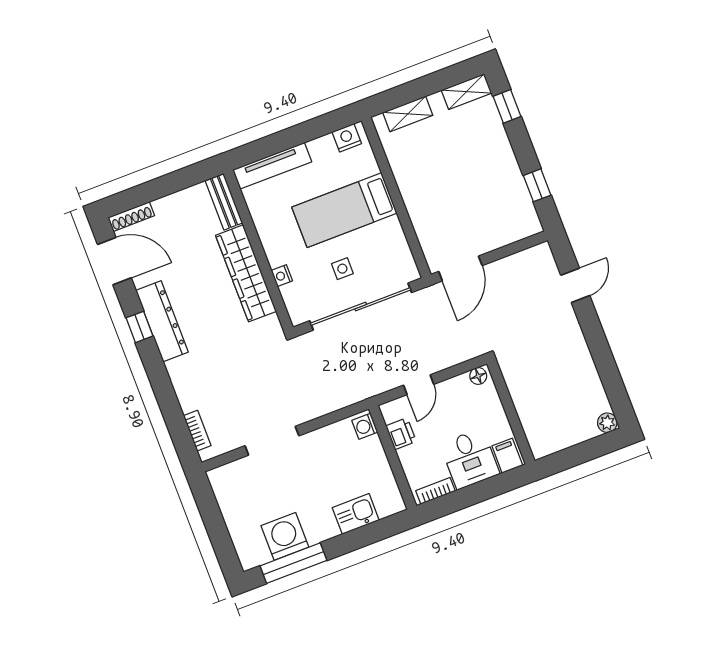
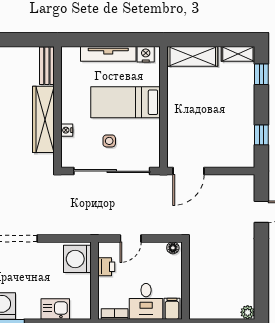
shelving: (408, 114) -> (193, 56), width x1.50, depth x1.33
tv unit: (272, 166) -> (108, 54), moved
washing machine: (365, 426) -> (77, 259), width x1.89, depth x1.89

